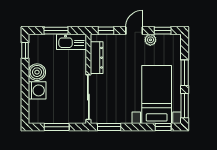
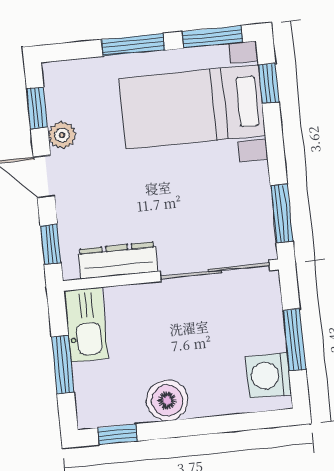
washing machine: (37, 90) -> (268, 375), moved, turned -90

